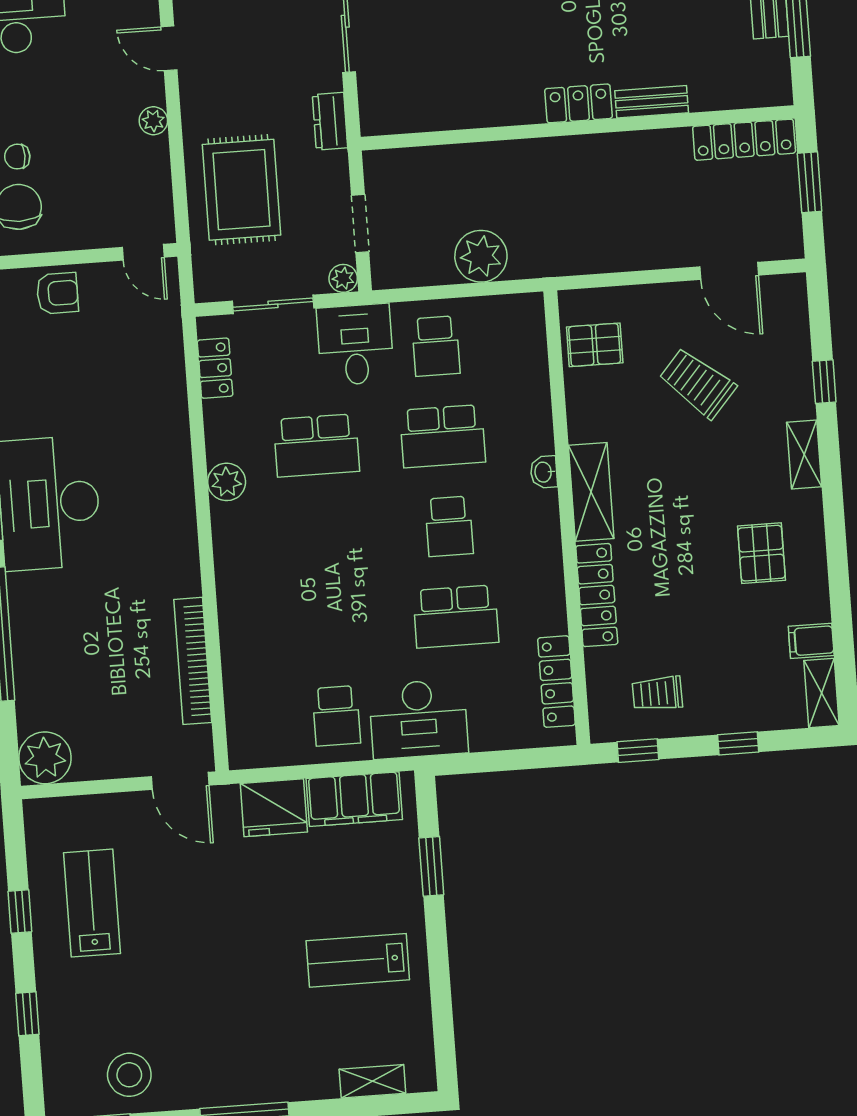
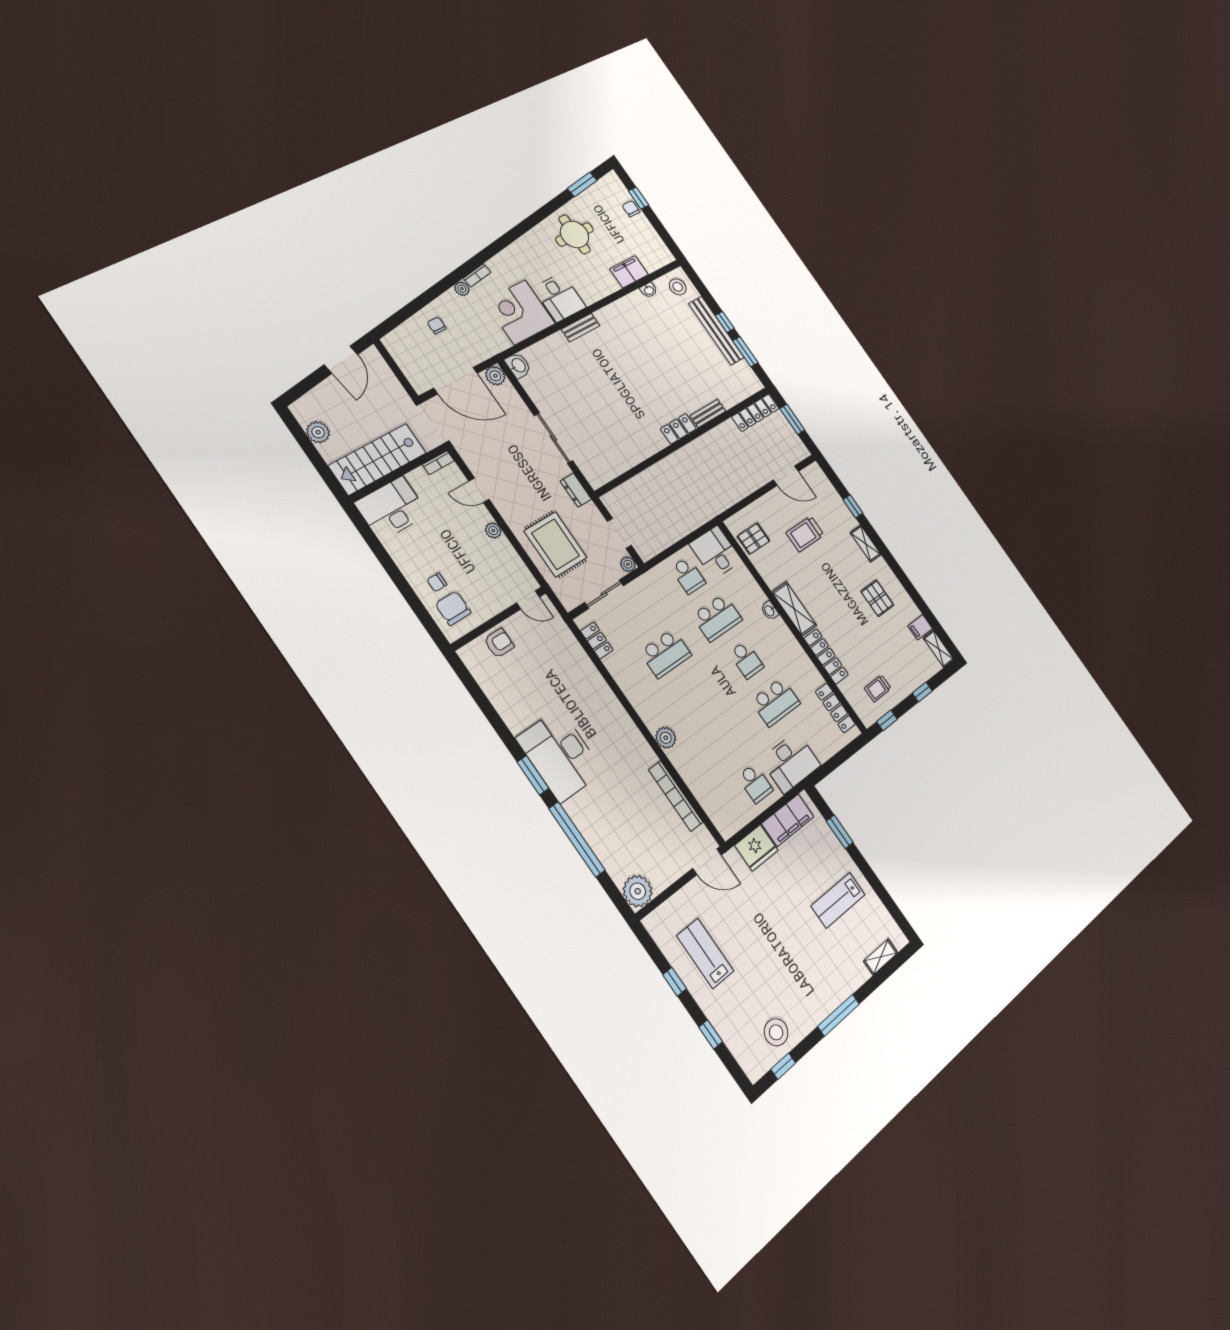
plant: (481, 256) -> (681, 522), removed
desk: (355, 345) -> (716, 552), moved
trolley: (697, 383) -> (805, 534), turned -41
plant: (227, 482) -> (666, 738), moved

